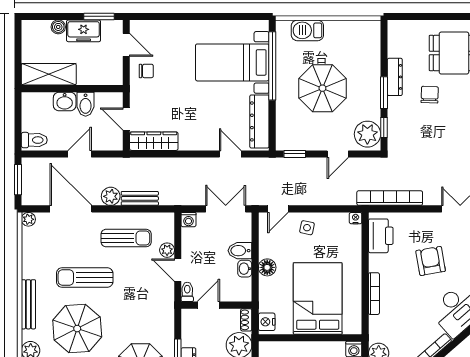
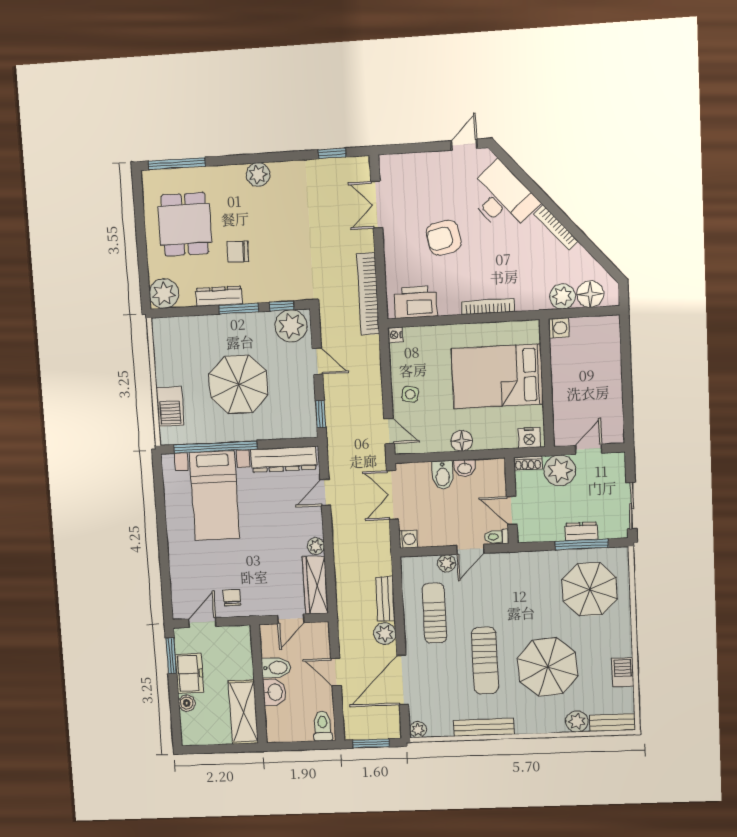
plant: (399, 32) -> (164, 294), added
plant: (186, 143) -> (316, 546), added
bench: (28, 304) -> (484, 727), moved

